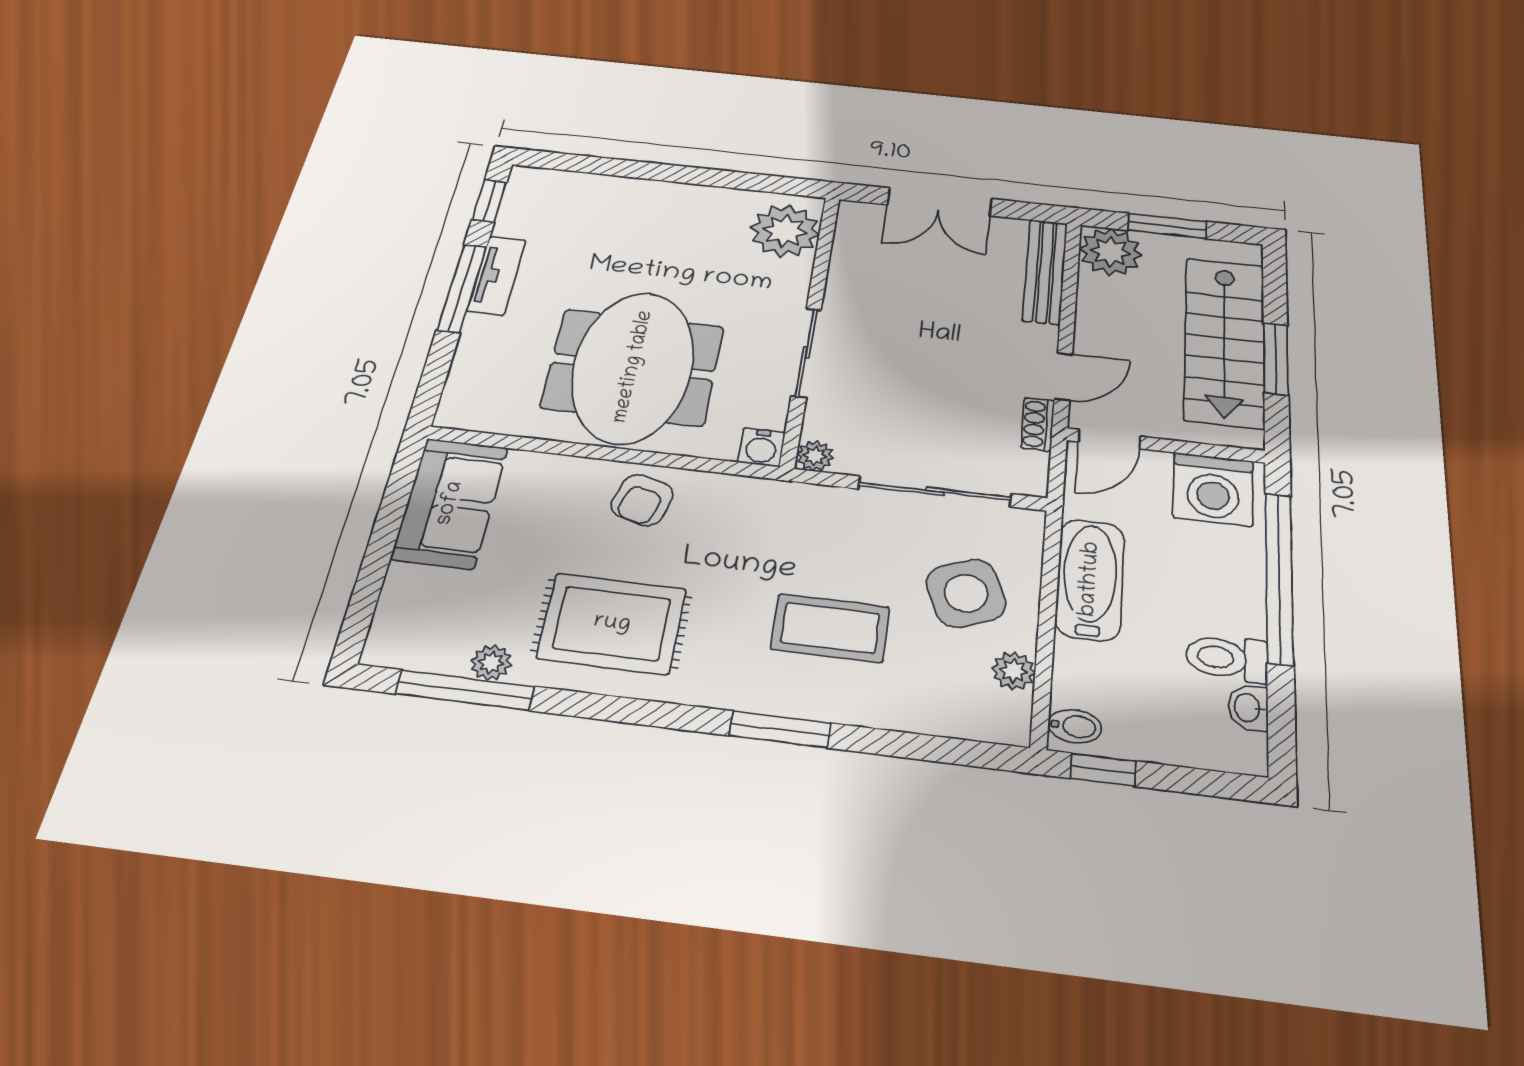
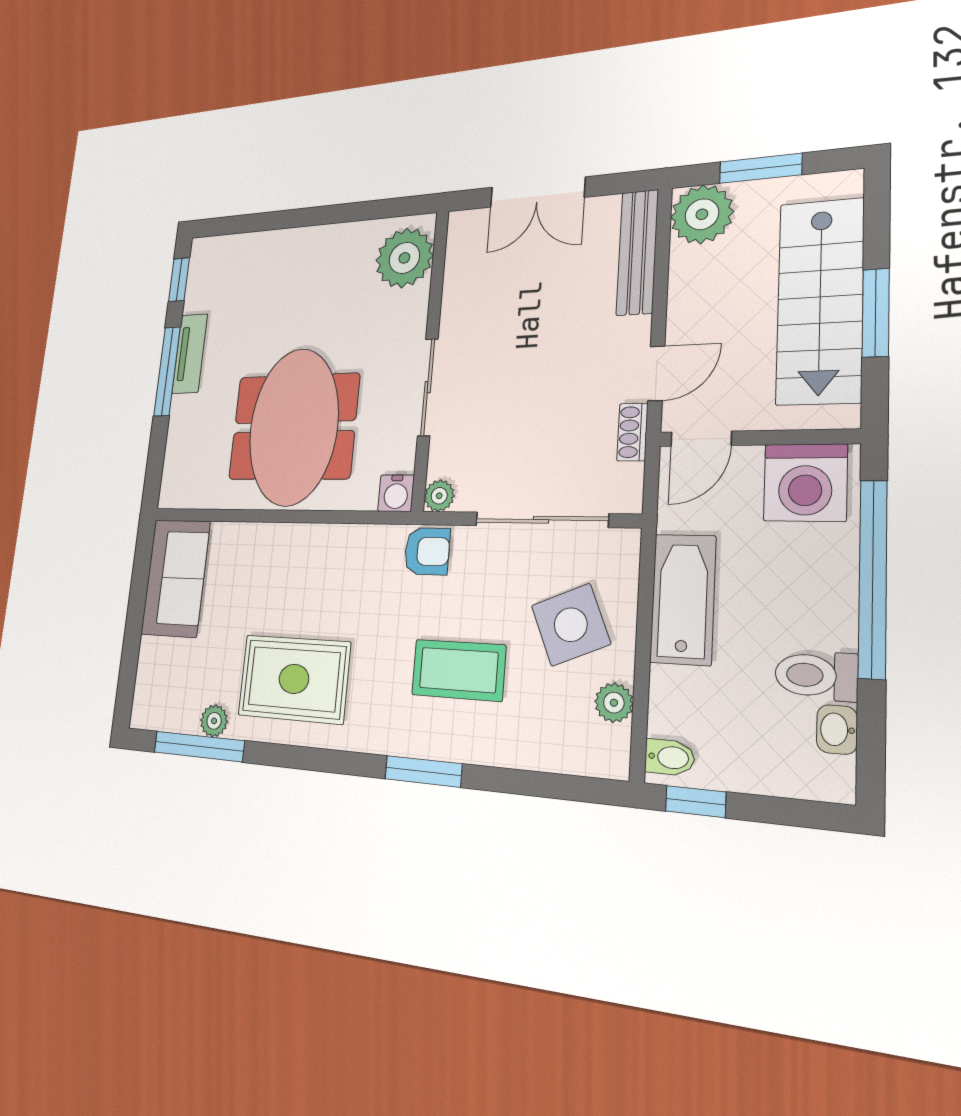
armchair: (642, 500) -> (427, 551), moved, turned -106

